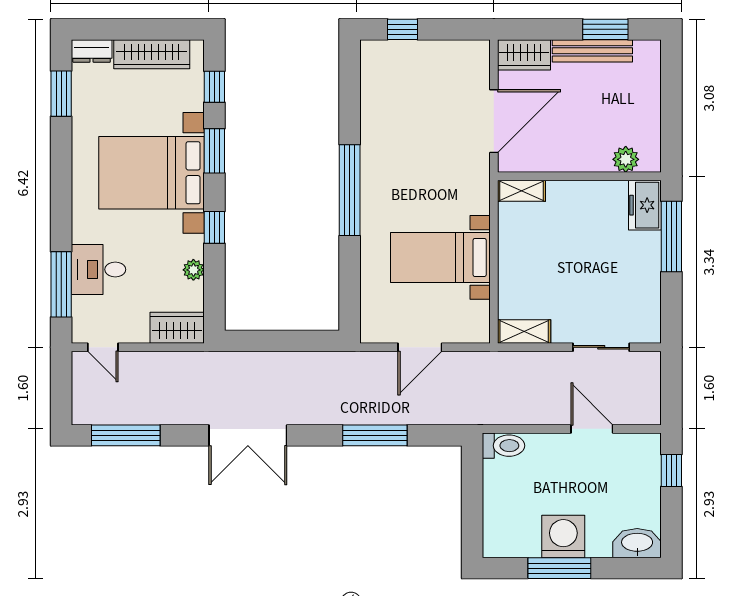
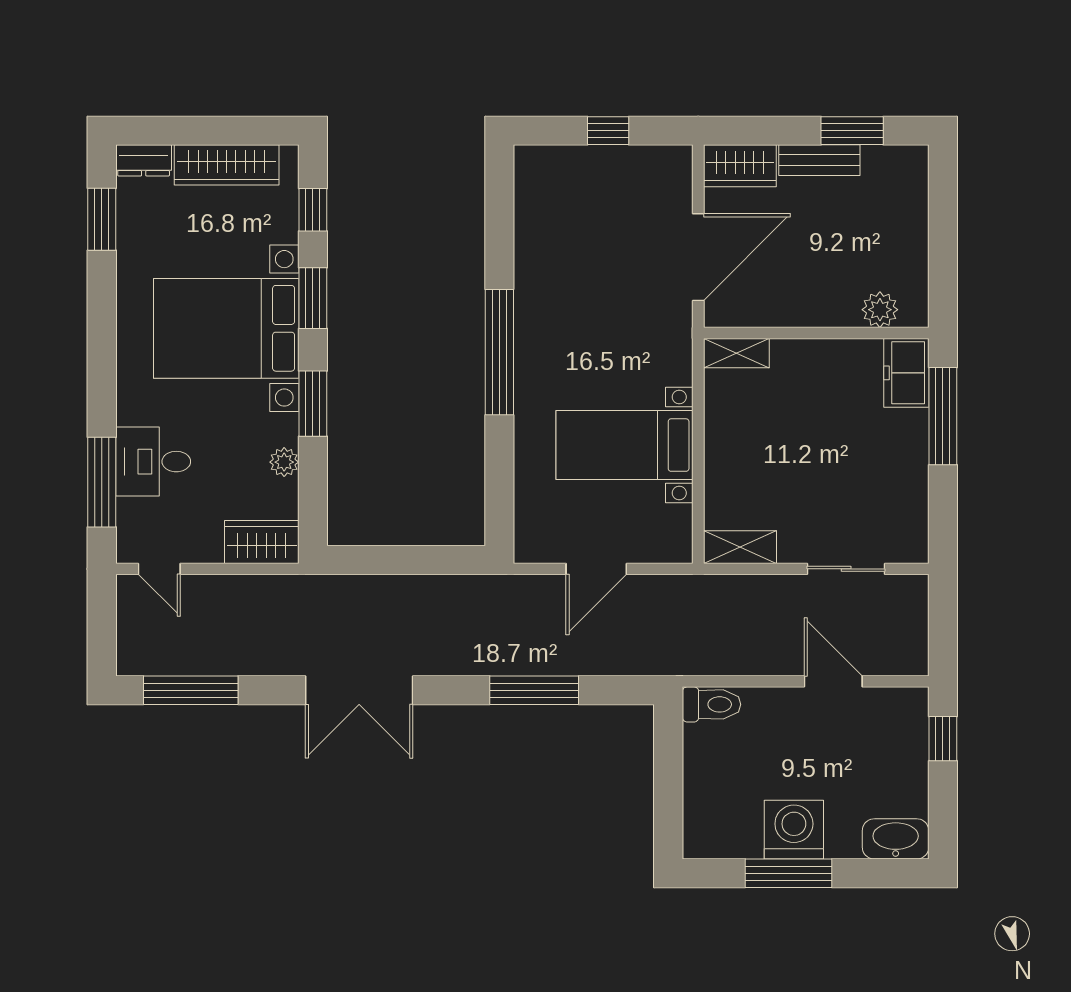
window: (402, 29) -> (608, 131), moved
bench: (592, 51) -> (819, 160), width x0.73
window: (214, 227) -> (313, 404), width x1.50

